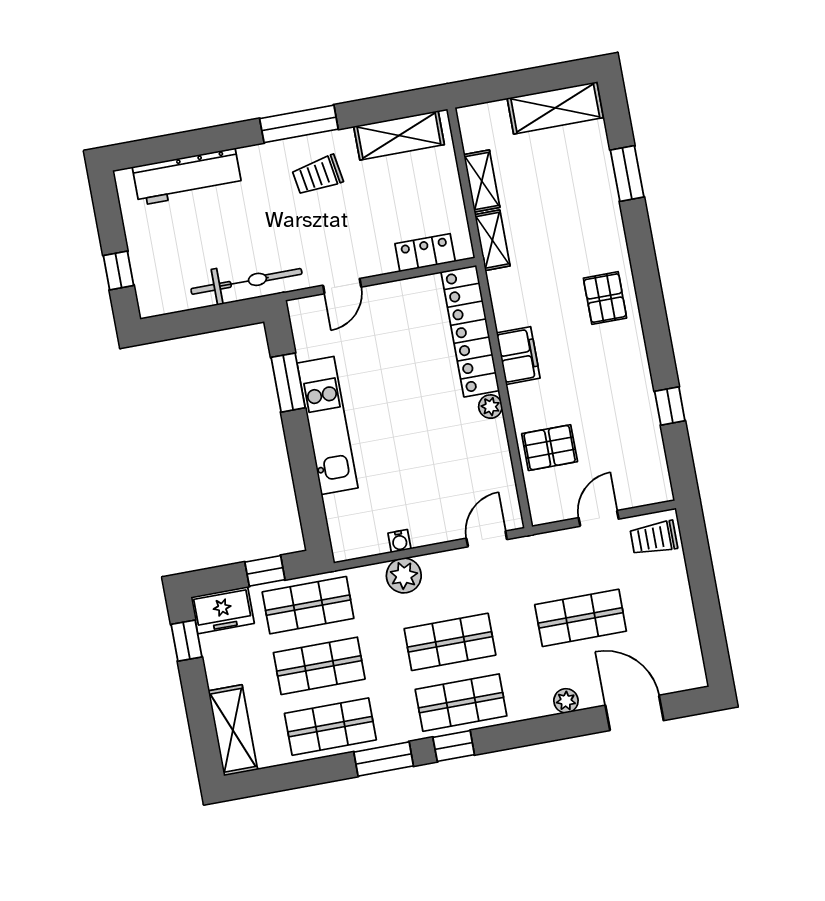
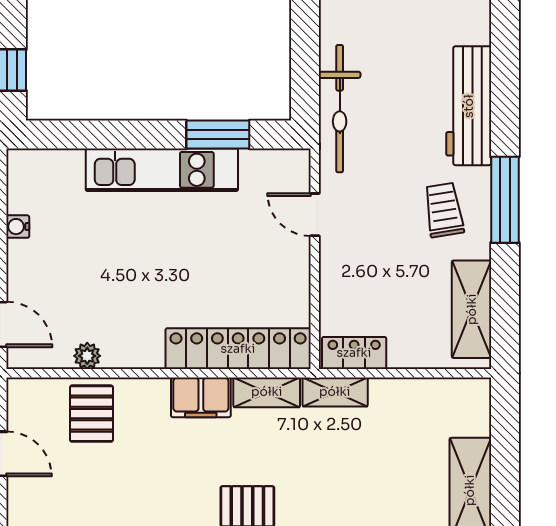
workbench: (187, 177) -> (469, 106), moved
shelving: (482, 181) -> (267, 392), moved
locker: (425, 253) -> (354, 353), moved, turned -90
plant: (490, 407) -> (87, 356), moved

